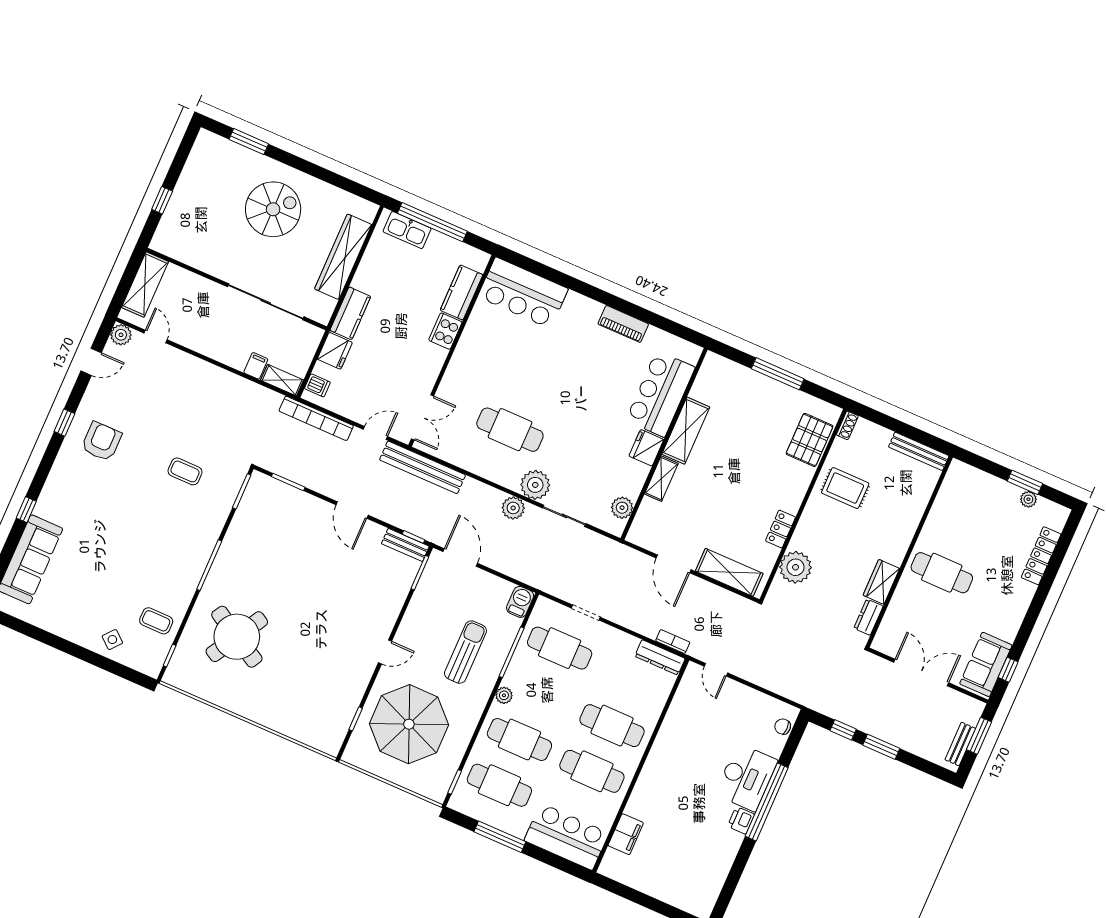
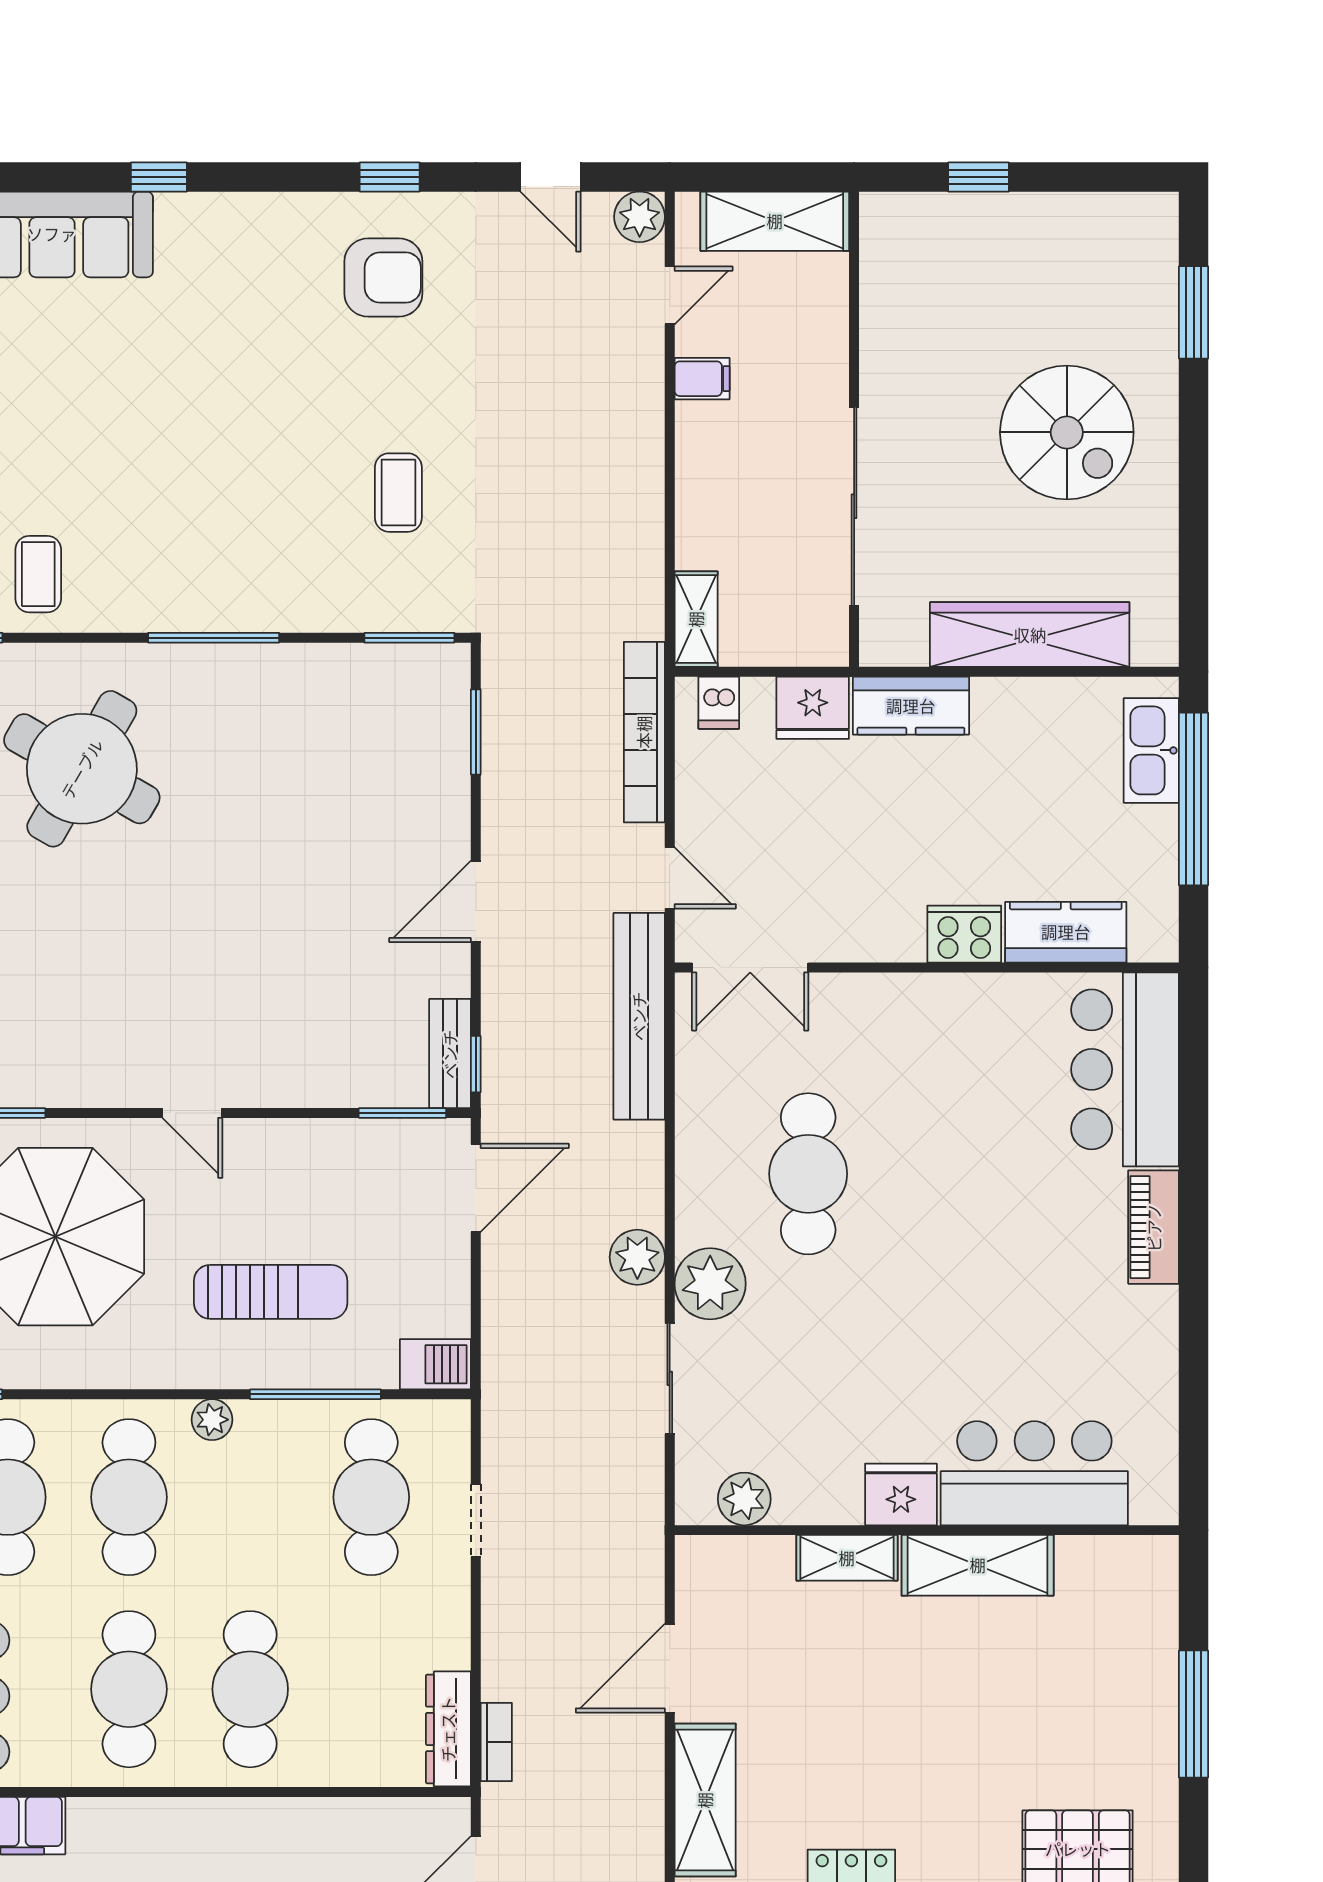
piano: (623, 324) -> (1154, 1227), moved
filing cabinet: (256, 366) -> (702, 379), moved

